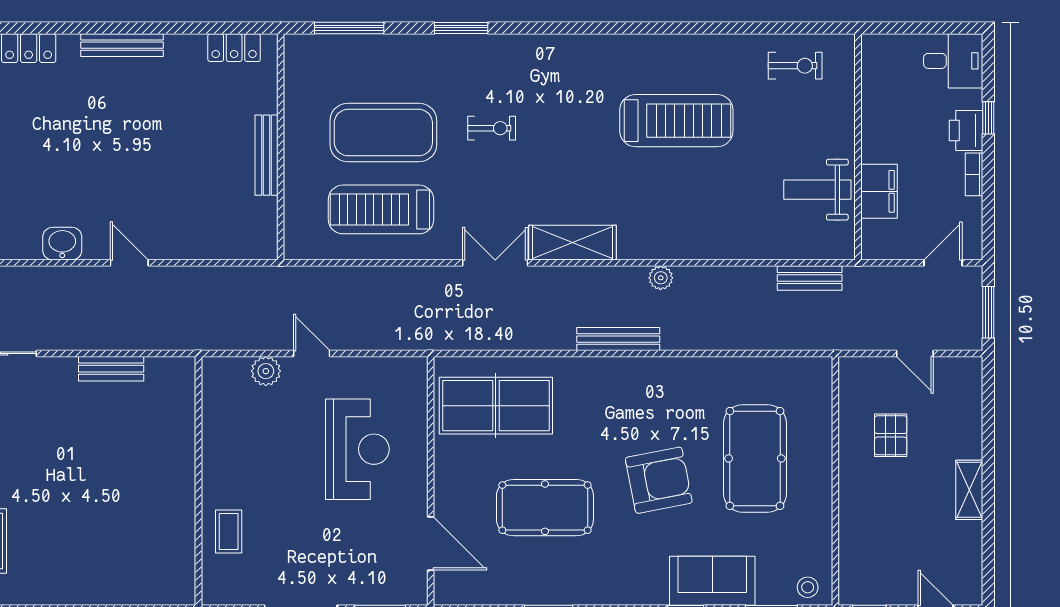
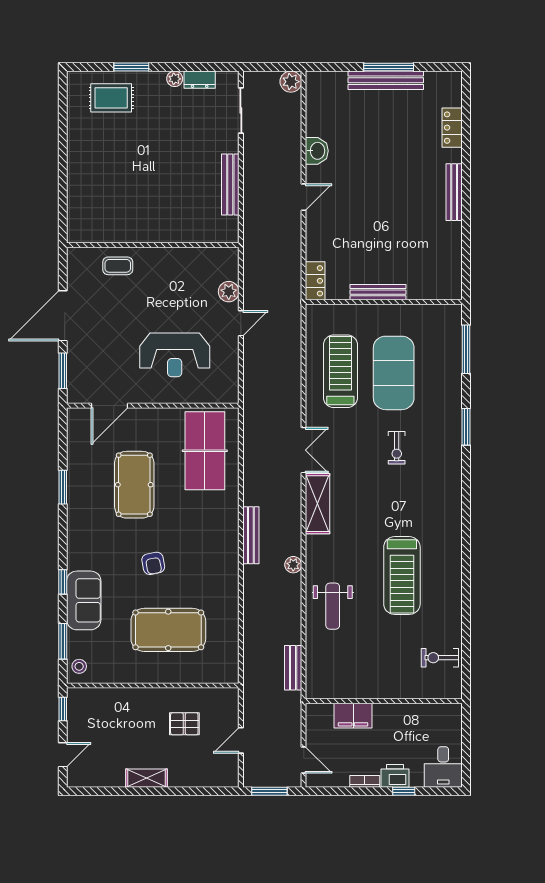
locker: (234, 48) -> (315, 281), moved, turned 180
exercise bike: (795, 66) -> (440, 658), turned 90
weight bench: (817, 190) -> (333, 606), moved, turned 180
bench: (111, 369) -> (230, 185), width x1.36
armchair: (659, 480) -> (153, 563), width x0.53, depth x0.53

